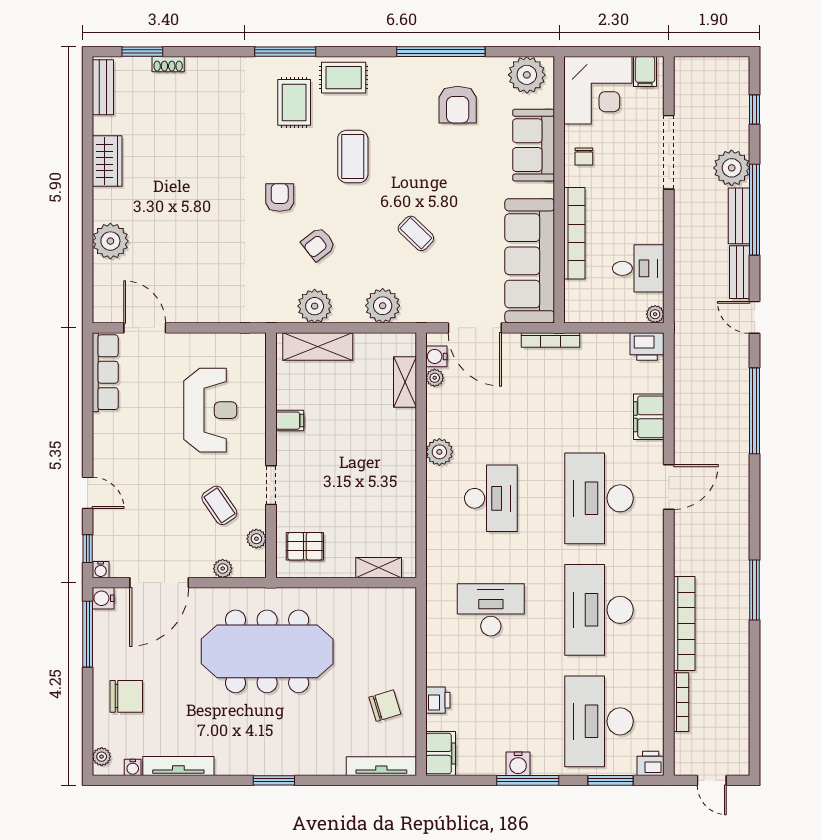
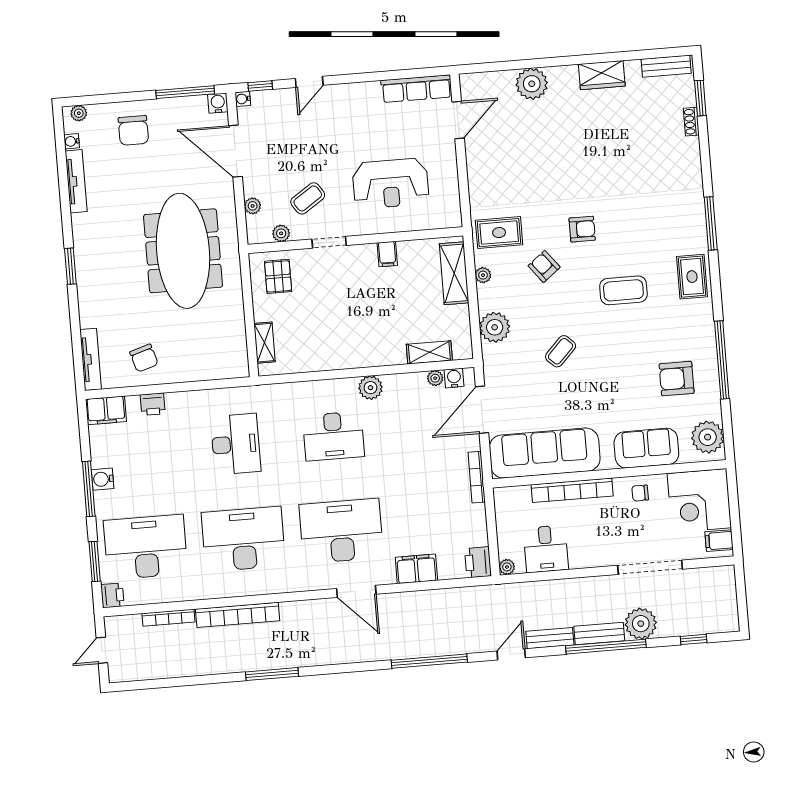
rug: (294, 102) -> (499, 233), moved
plant: (315, 306) -> (483, 275), width x0.53, depth x0.53

